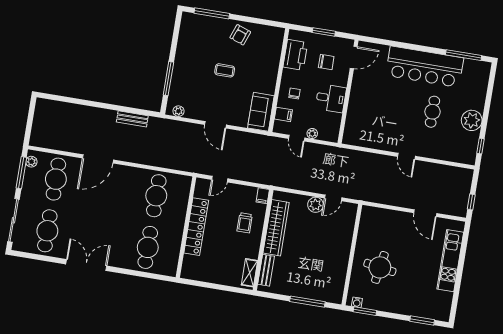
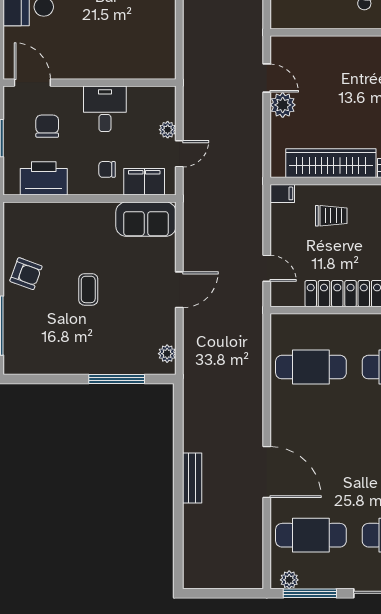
filing cabinet: (283, 114) -> (144, 182), width x2.00
bench: (132, 119) -> (192, 478), moved

